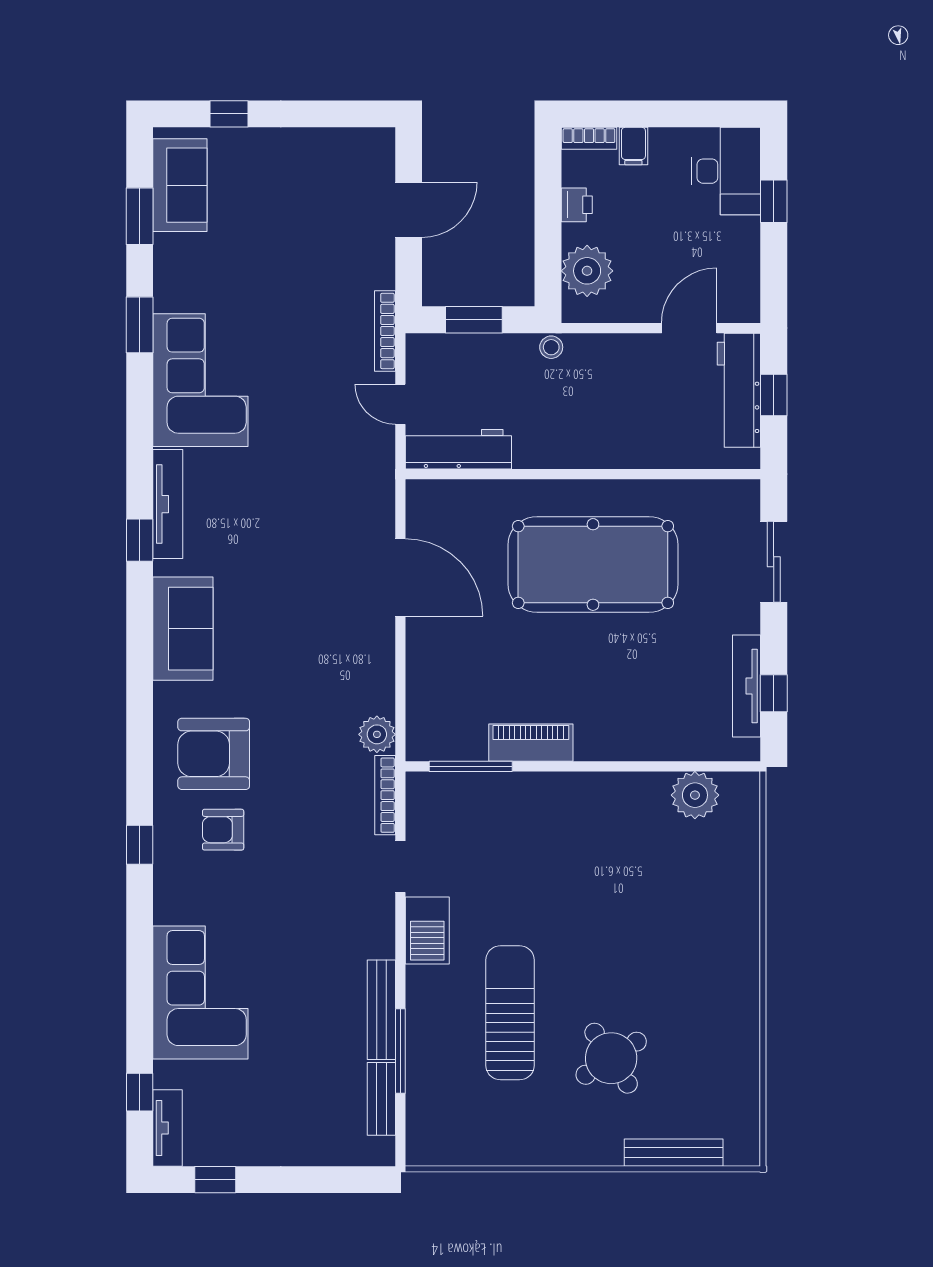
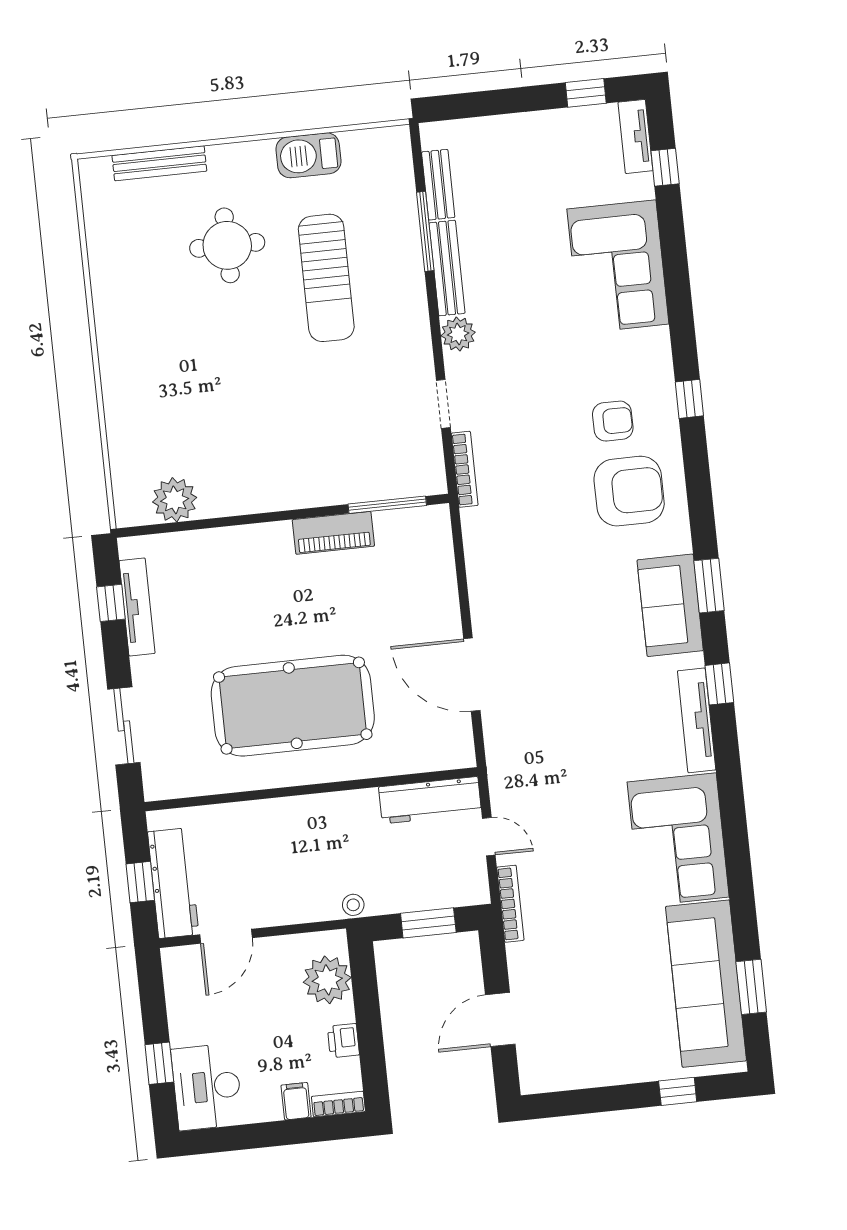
sofa: (180, 185) -> (706, 984), width x1.85, depth x1.27
window: (140, 325) -> (709, 586), moved
plant: (377, 734) -> (458, 334), moved
barbecue: (427, 931) -> (308, 155), moved, turned -90
round table: (611, 1058) -> (227, 245), turned 33

